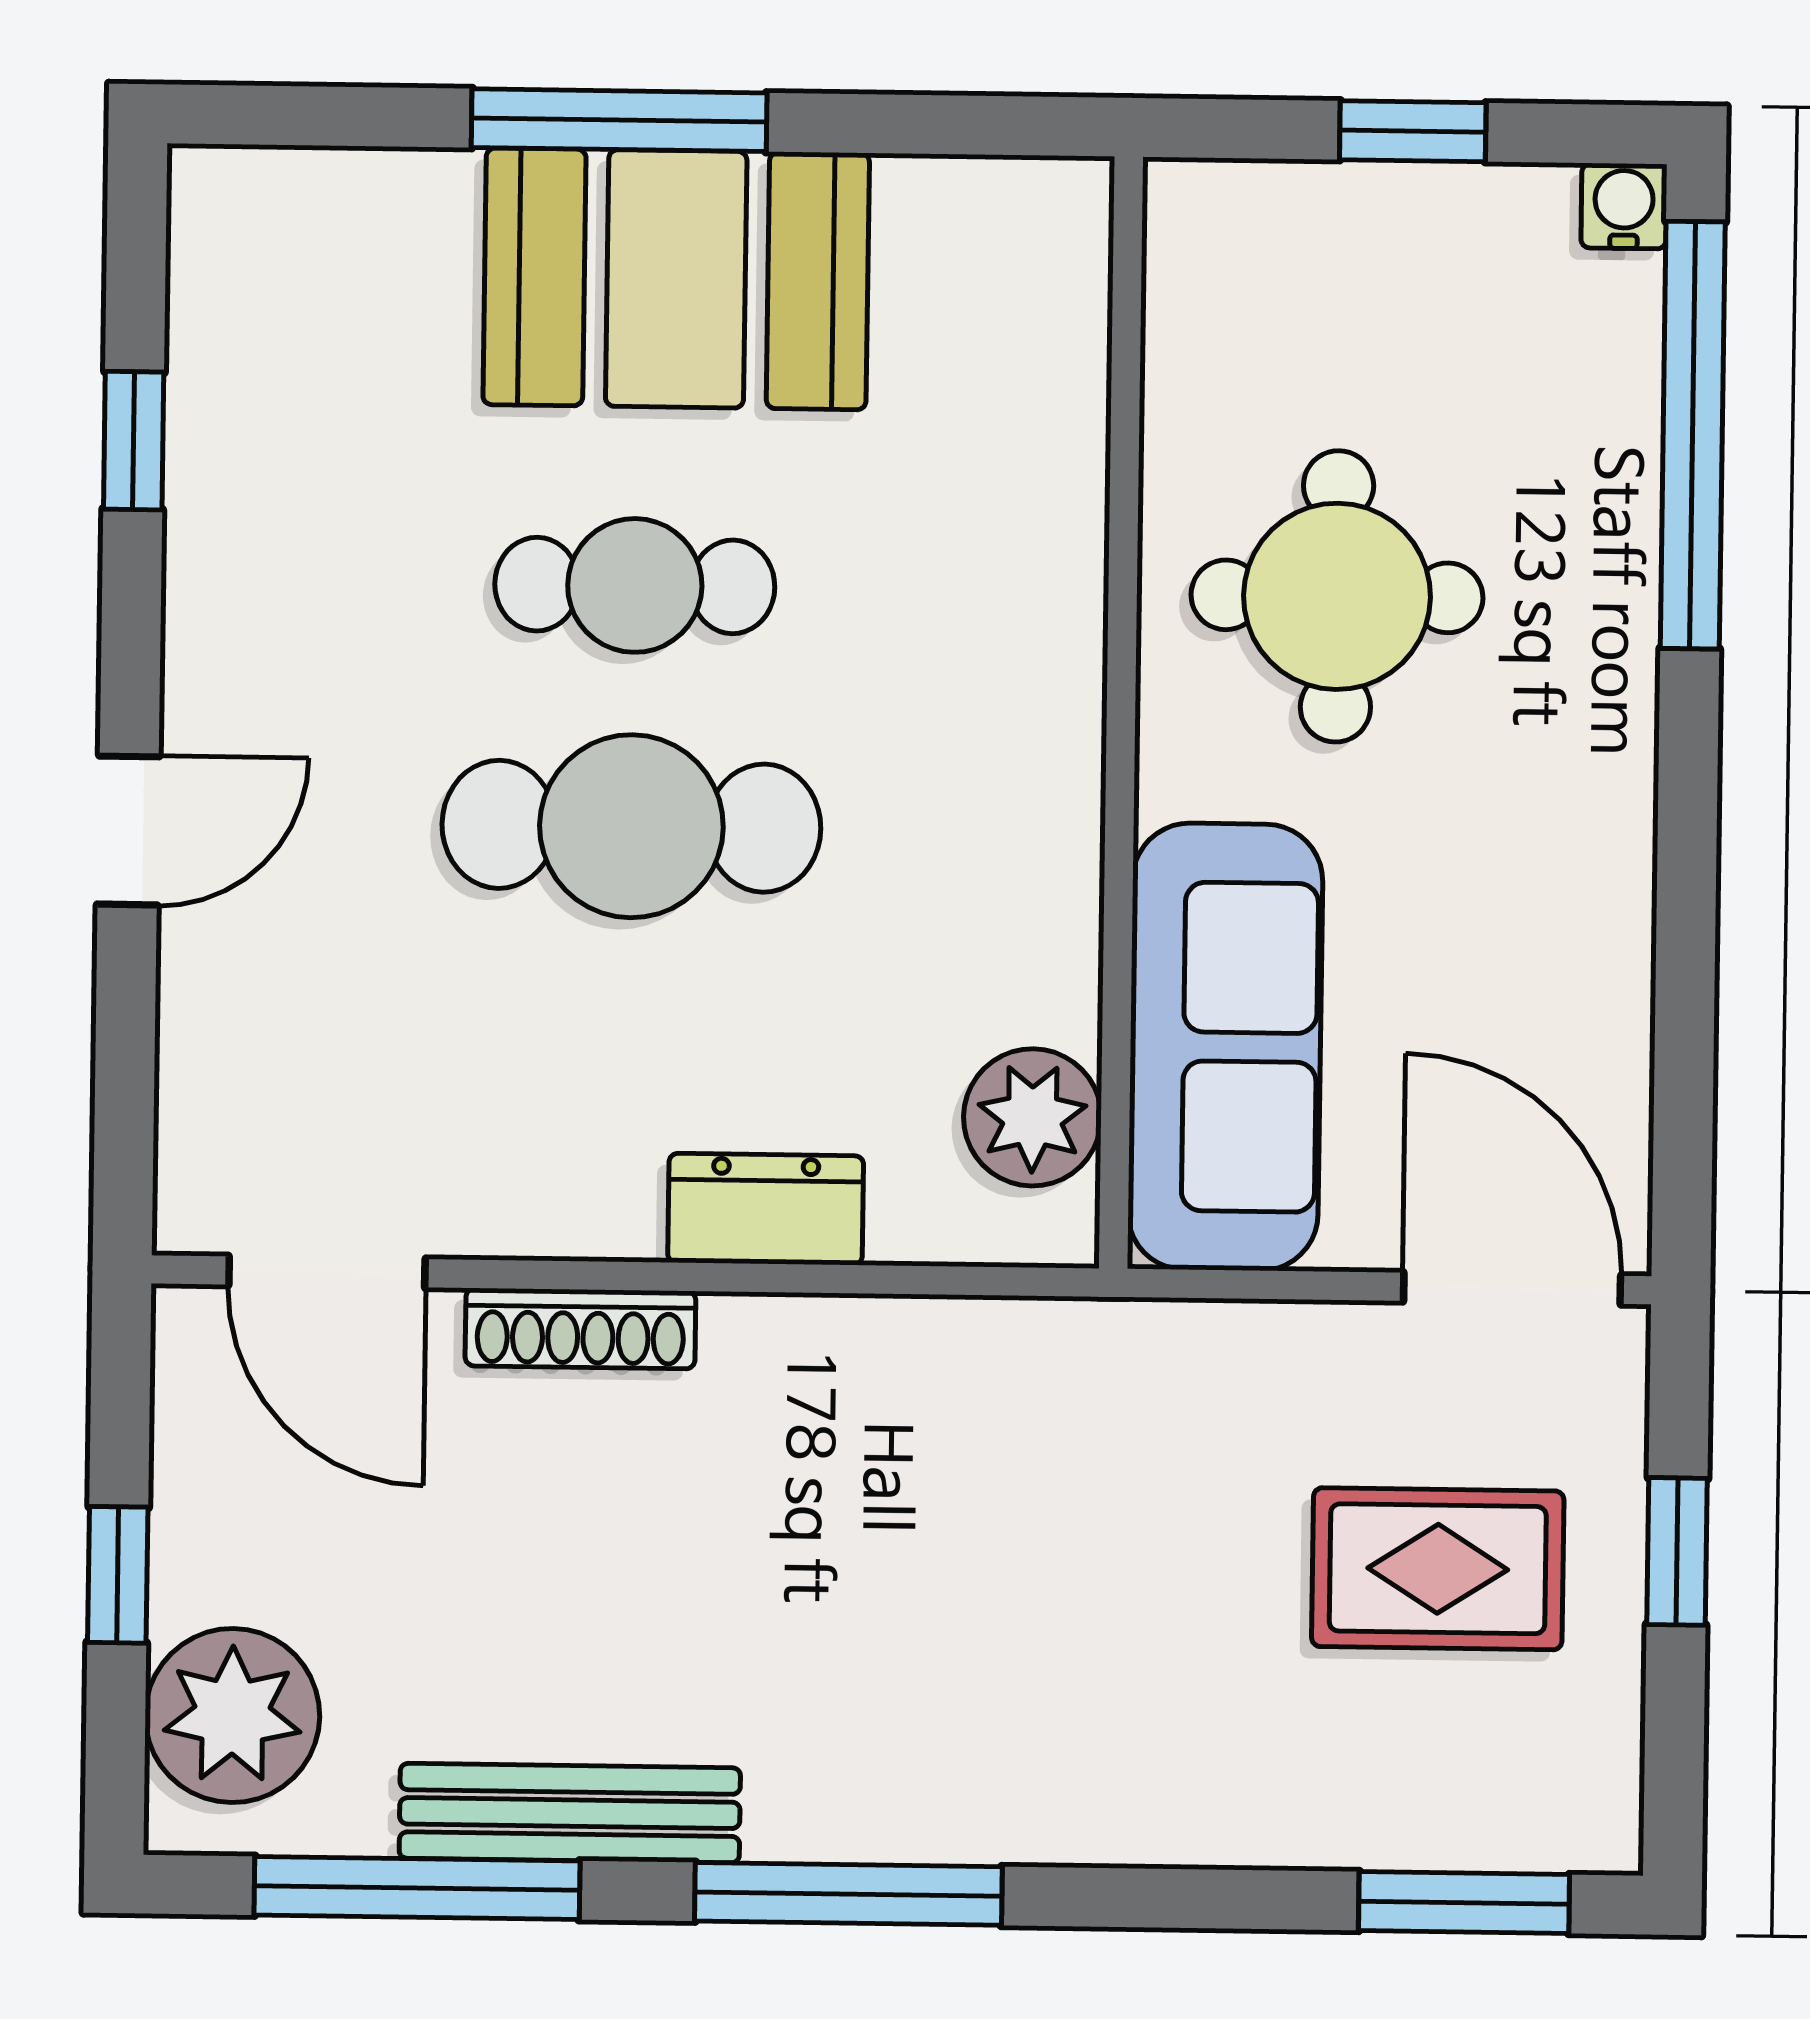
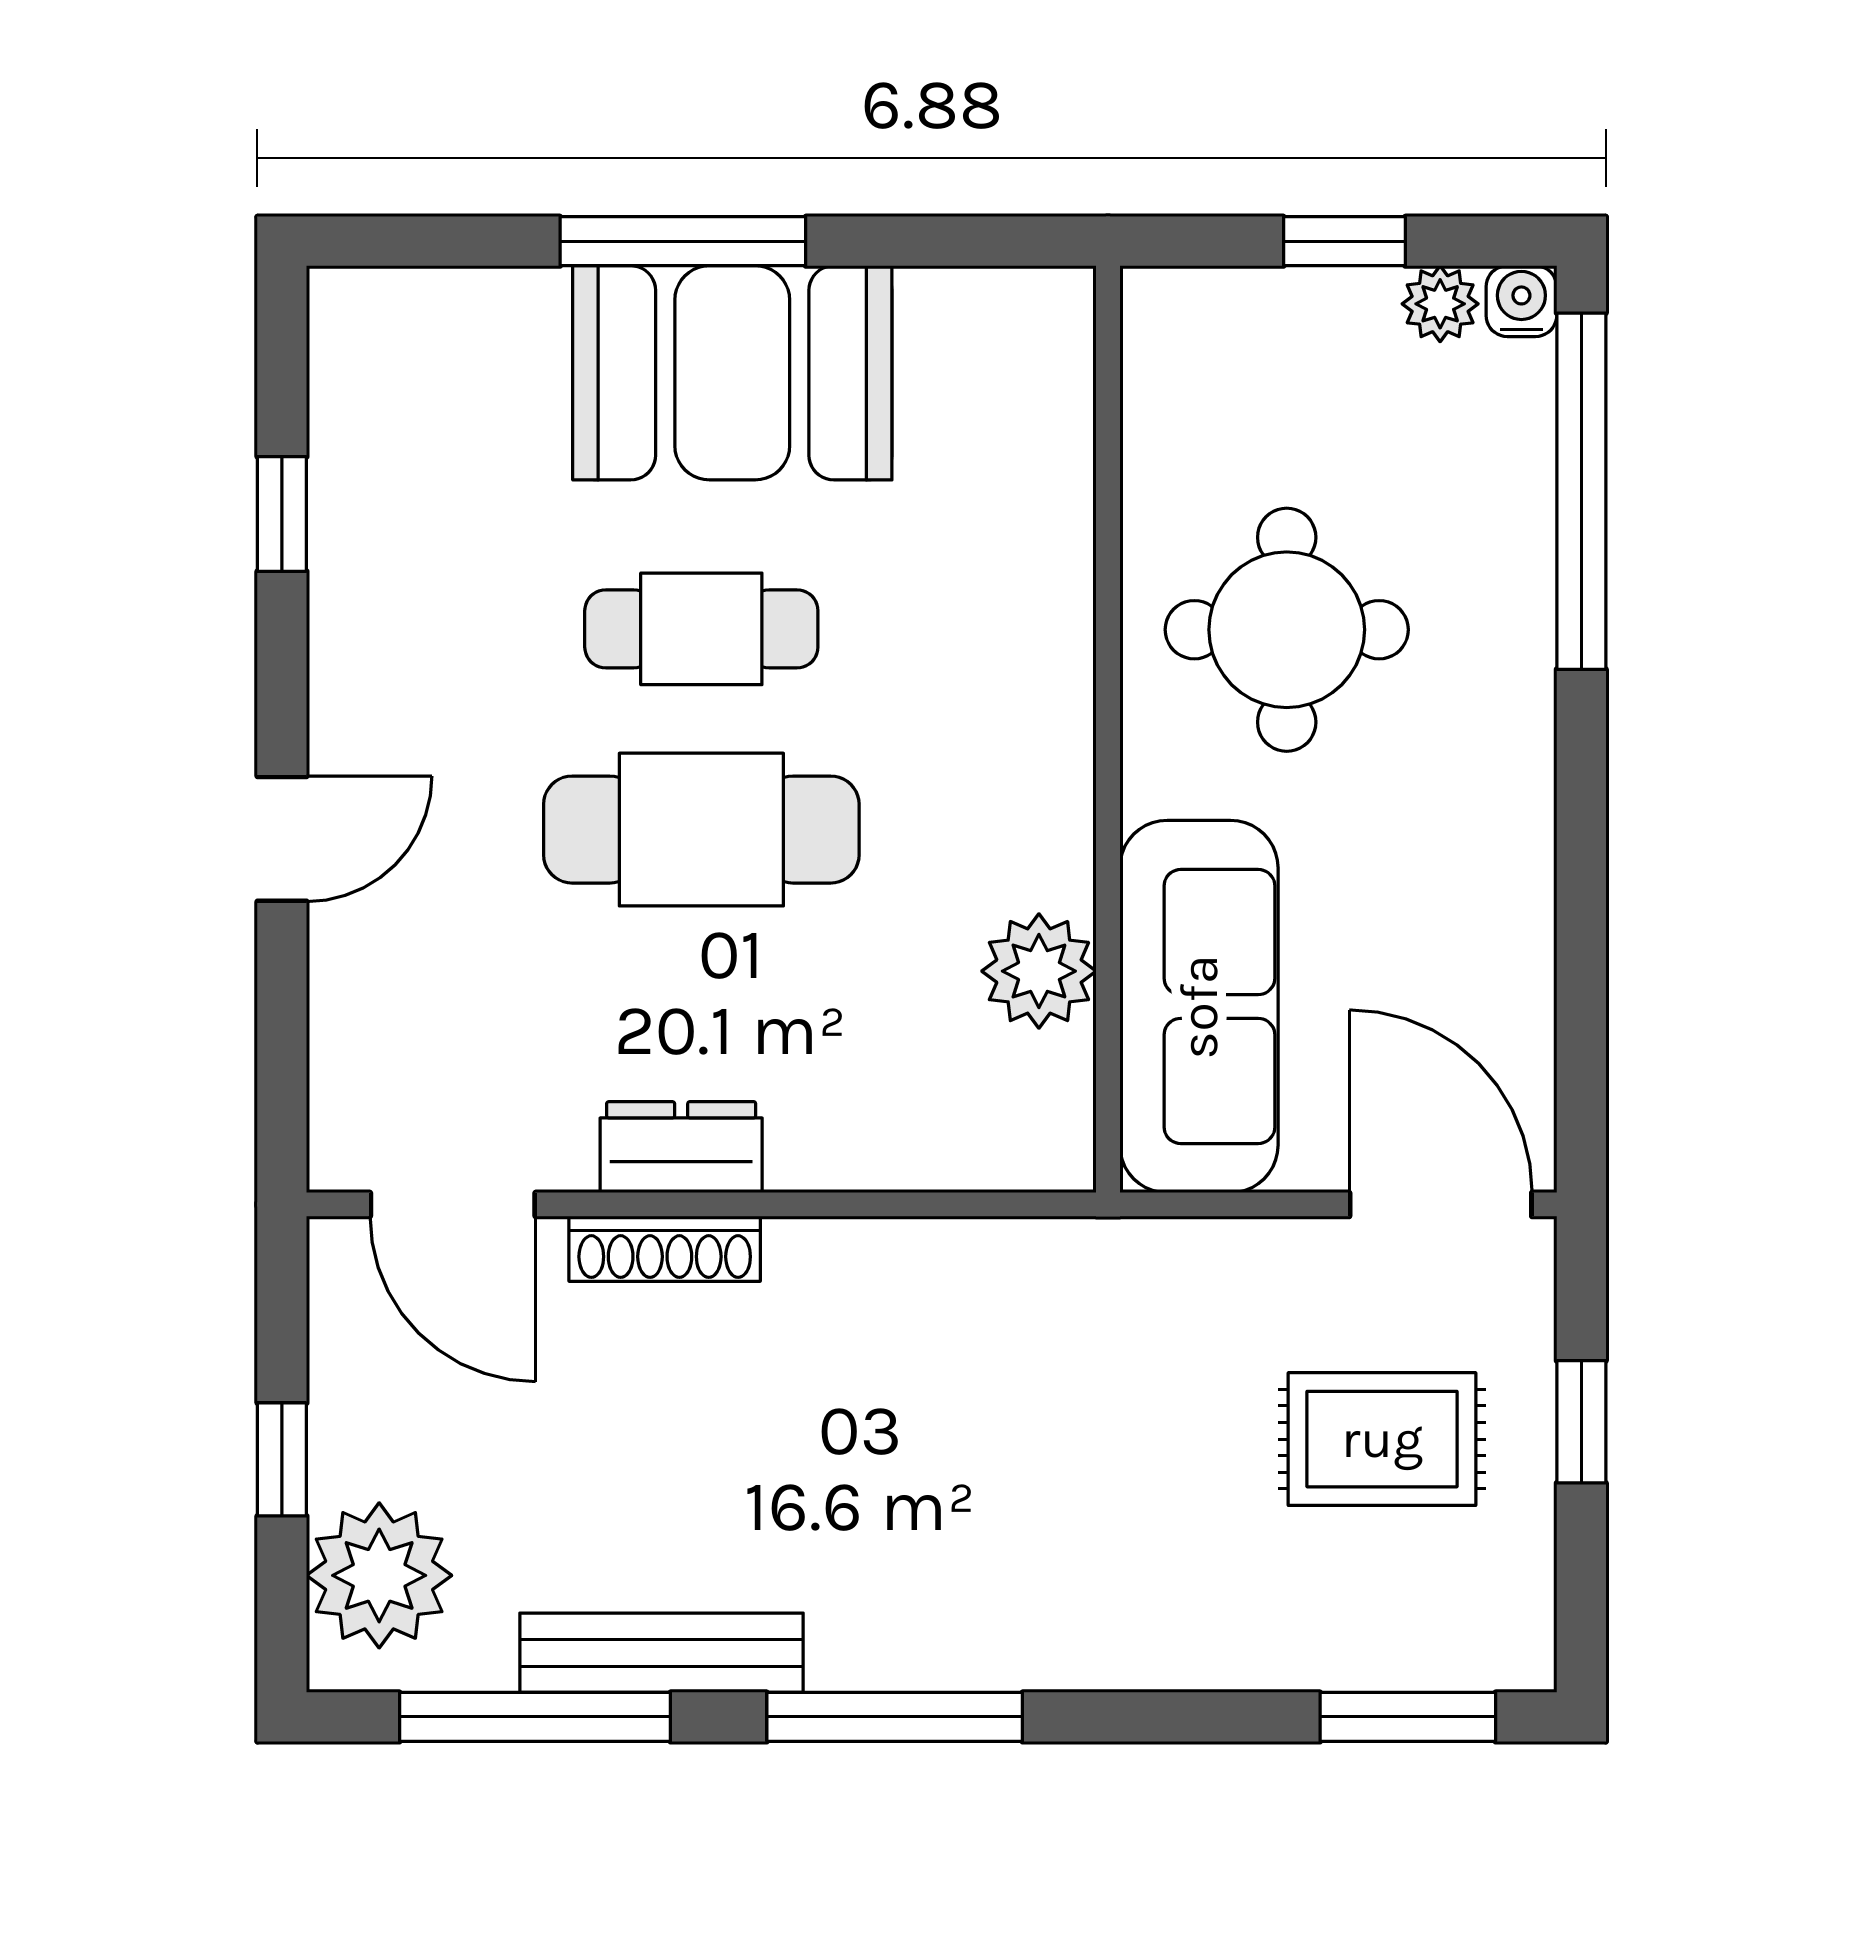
plant: (1526, 208) -> (1440, 304), added
plant: (1032, 1117) -> (1039, 971), moved
dresser: (766, 1209) -> (681, 1147), moved

